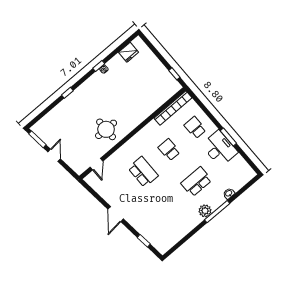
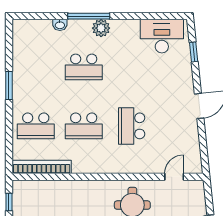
school desk: (195, 128) -> (36, 126), width x1.85
desk: (220, 149) -> (162, 36), moved, turned 90
school desk: (169, 150) -> (84, 126), width x1.85

